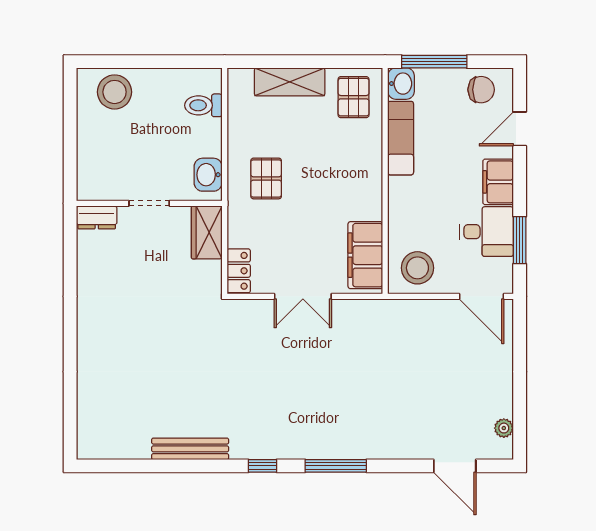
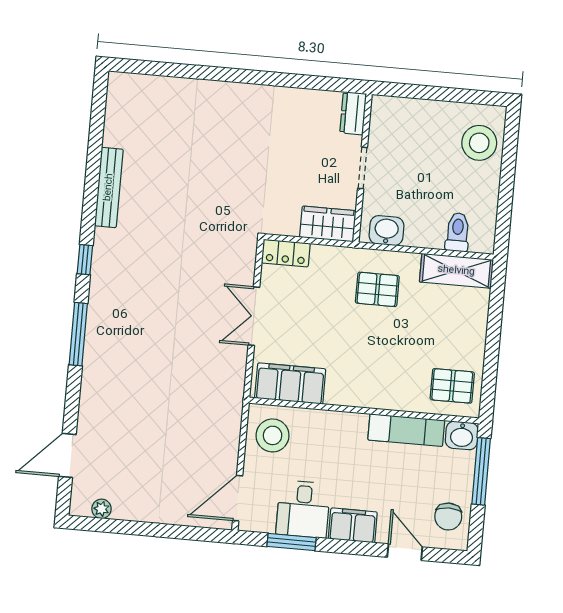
shelving: (290, 82) -> (456, 271), moved, turned 90

